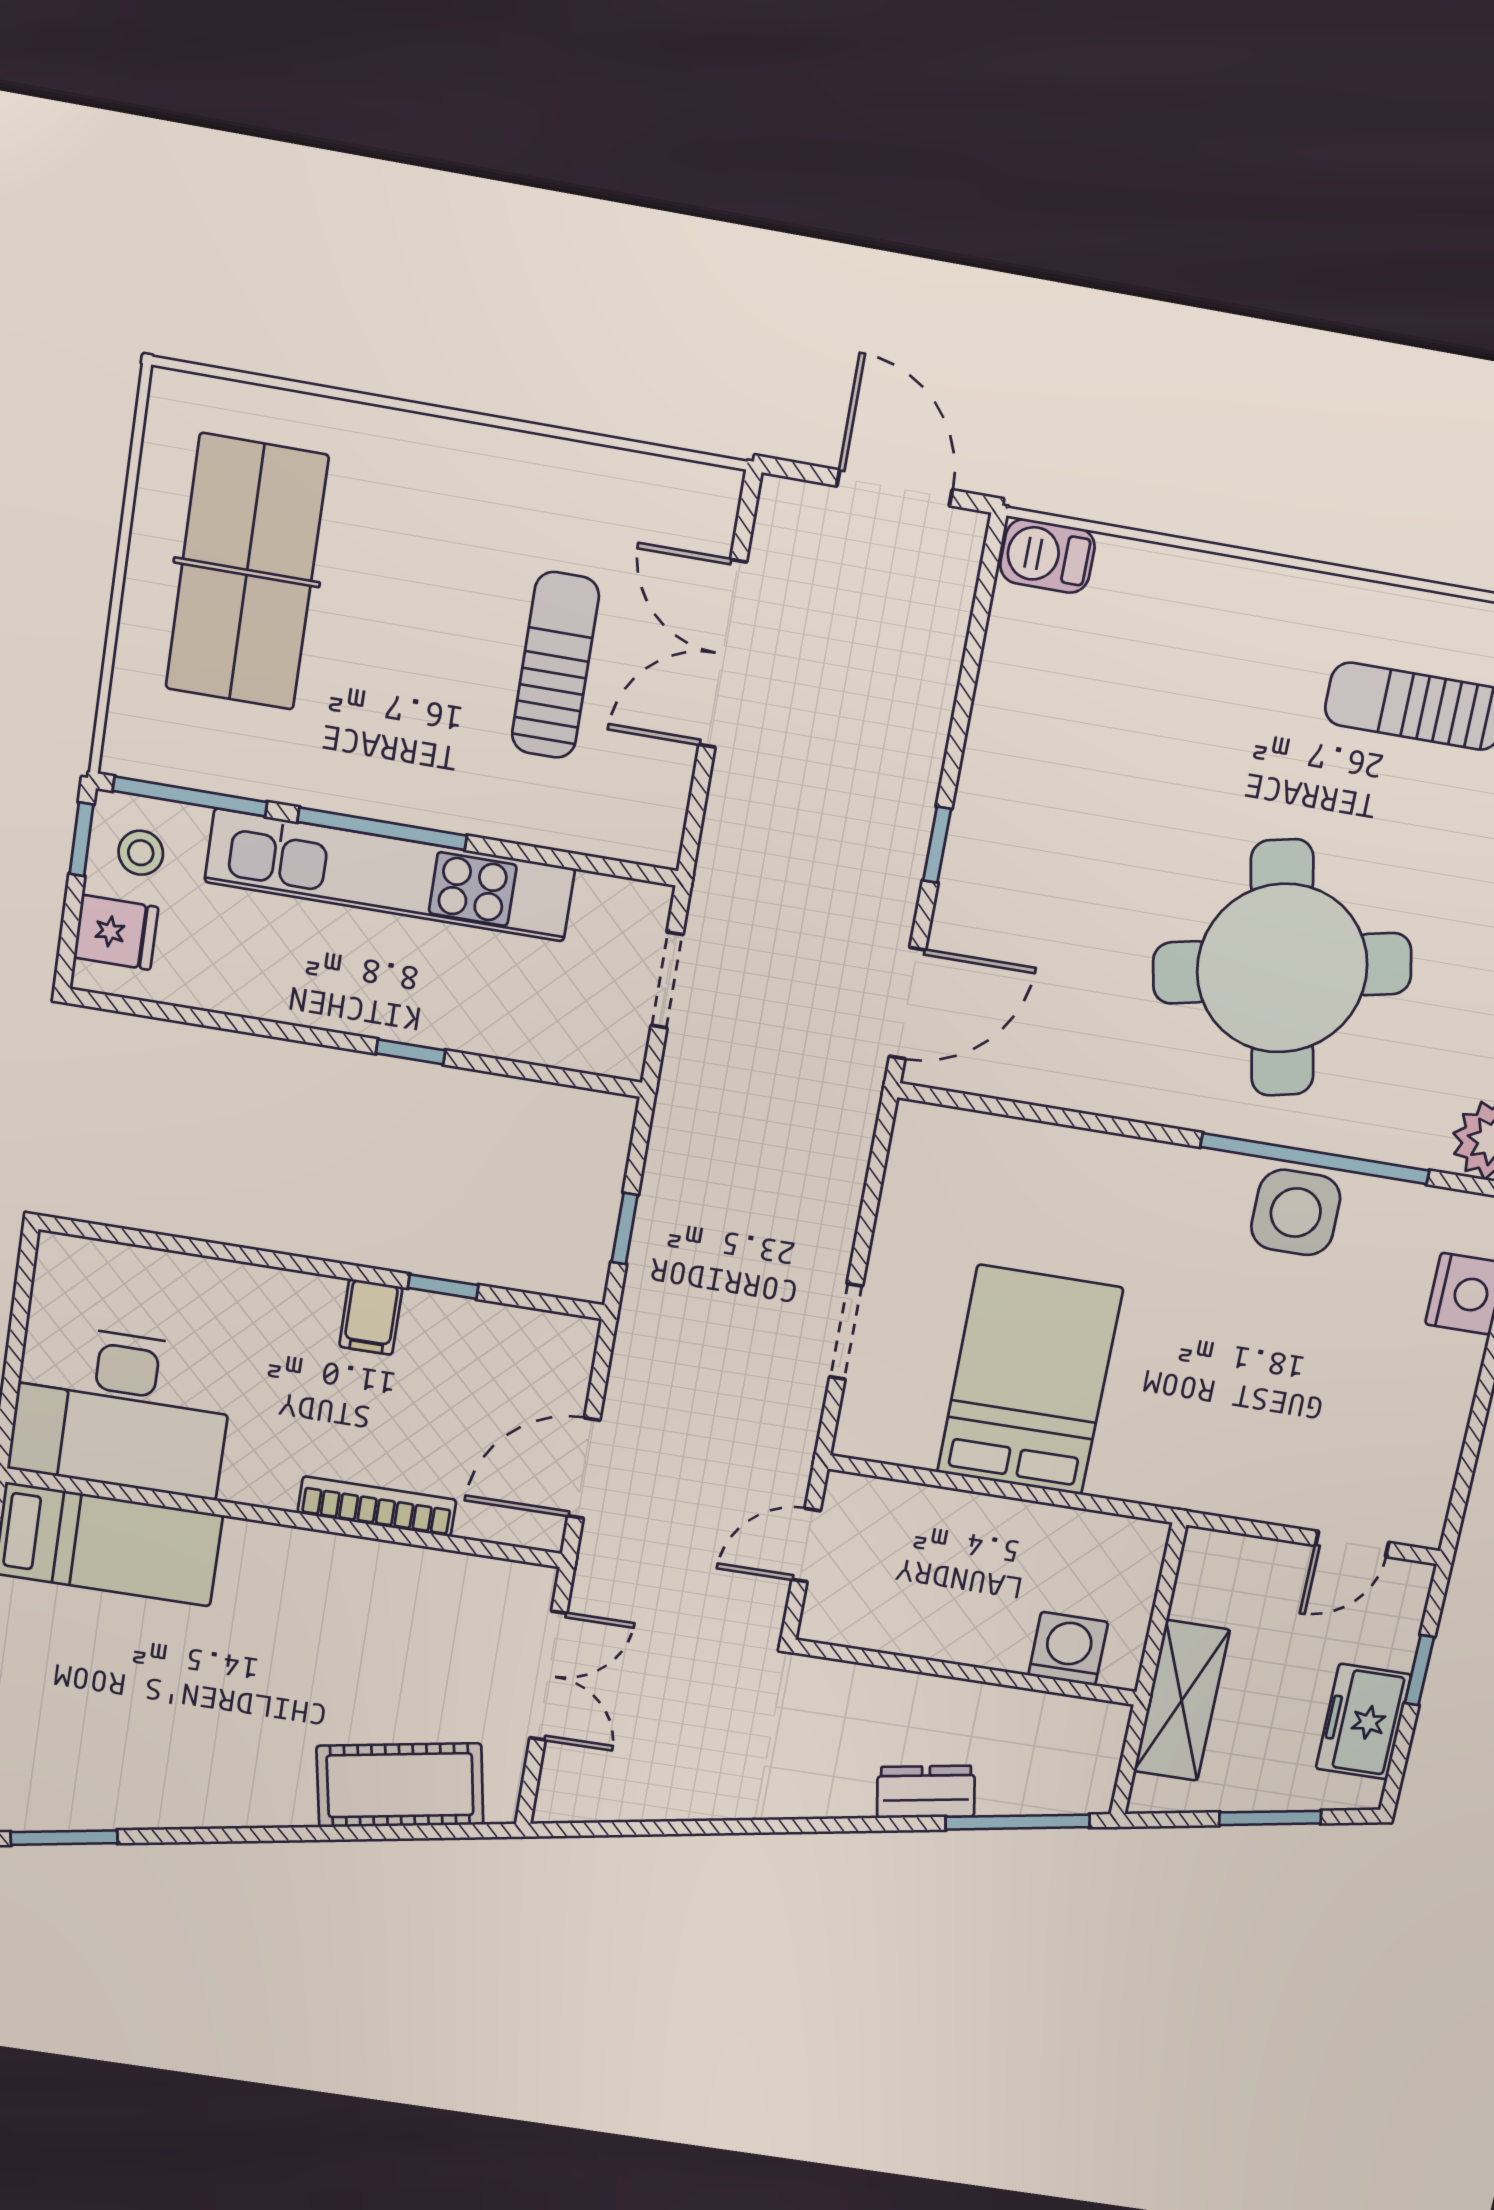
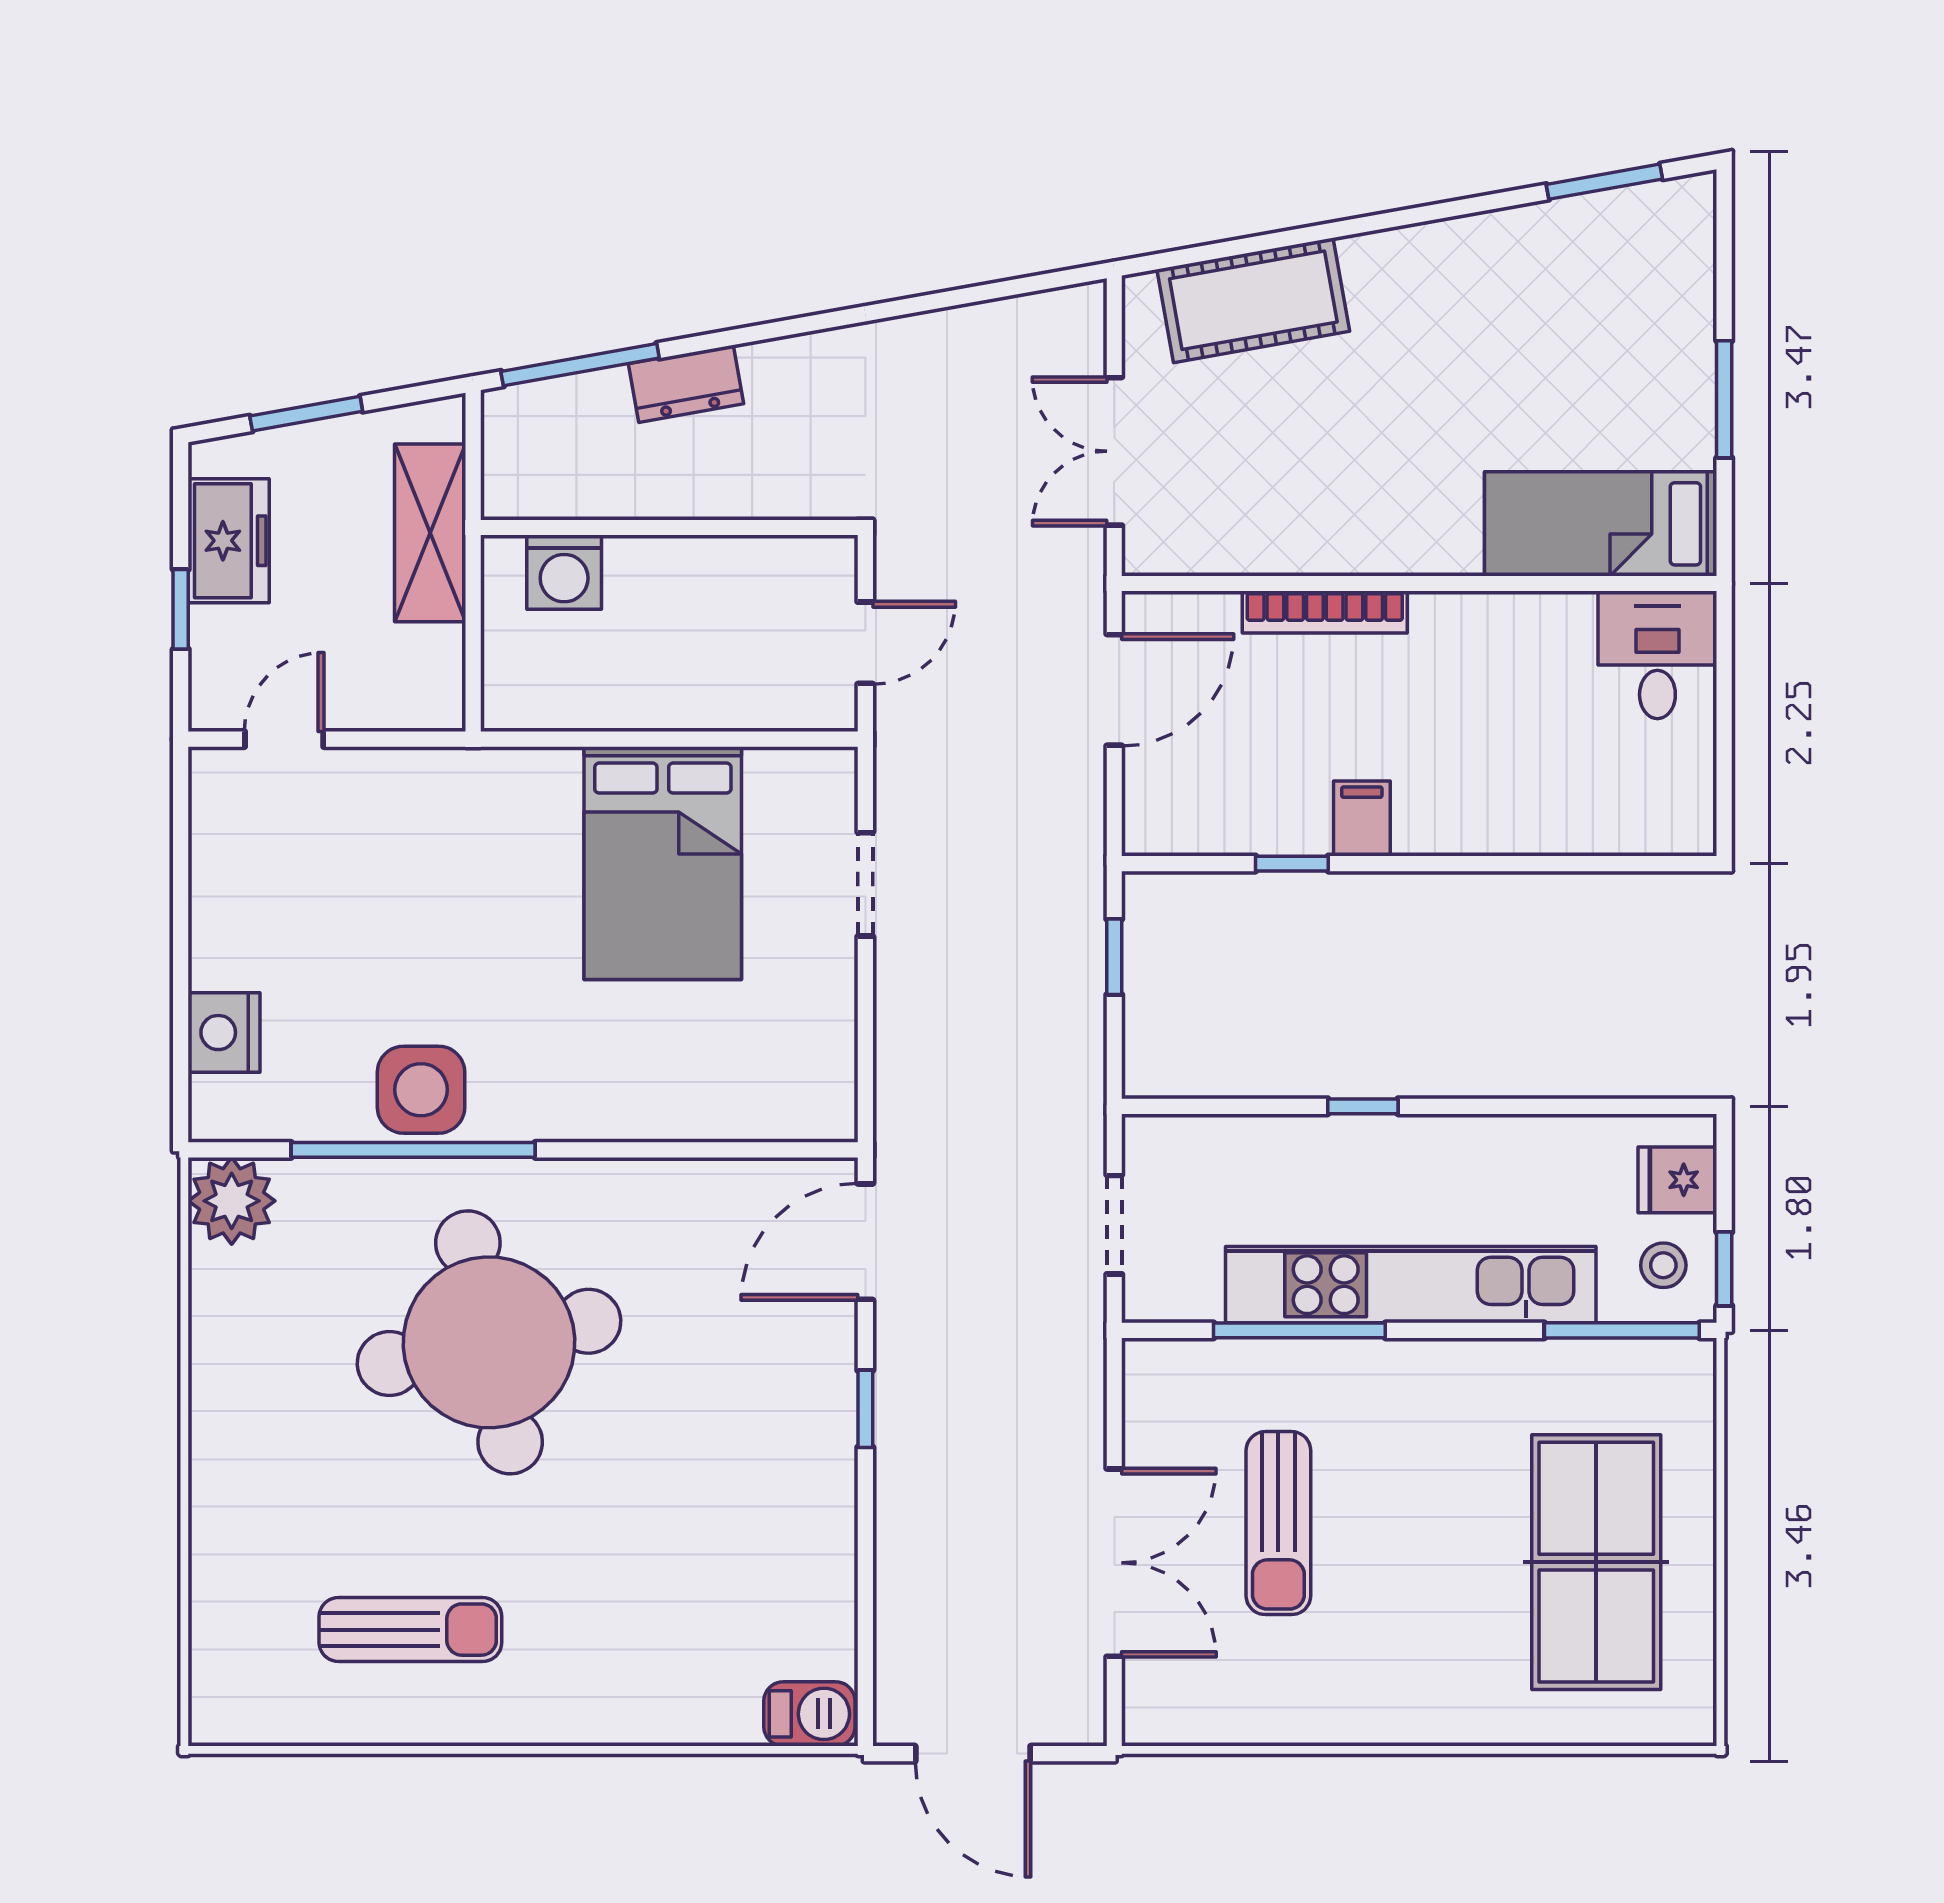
window: (382, 829) -> (1299, 1330), moved
desk: (122, 1411) -> (1657, 655), width x0.53, depth x0.77

